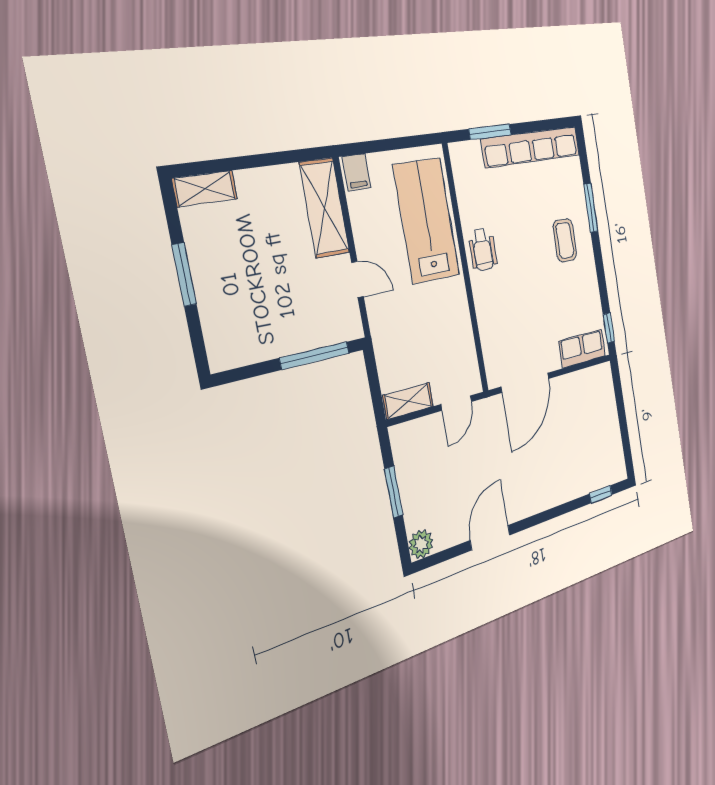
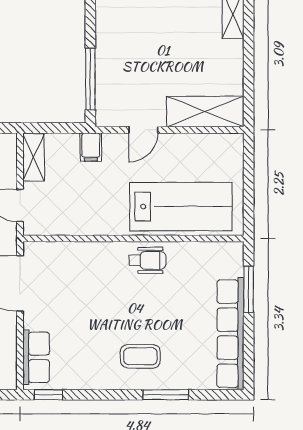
filing cabinet: (357, 172) -> (91, 147), moved, turned -90
wheelchair: (483, 249) -> (147, 260), turned 180

